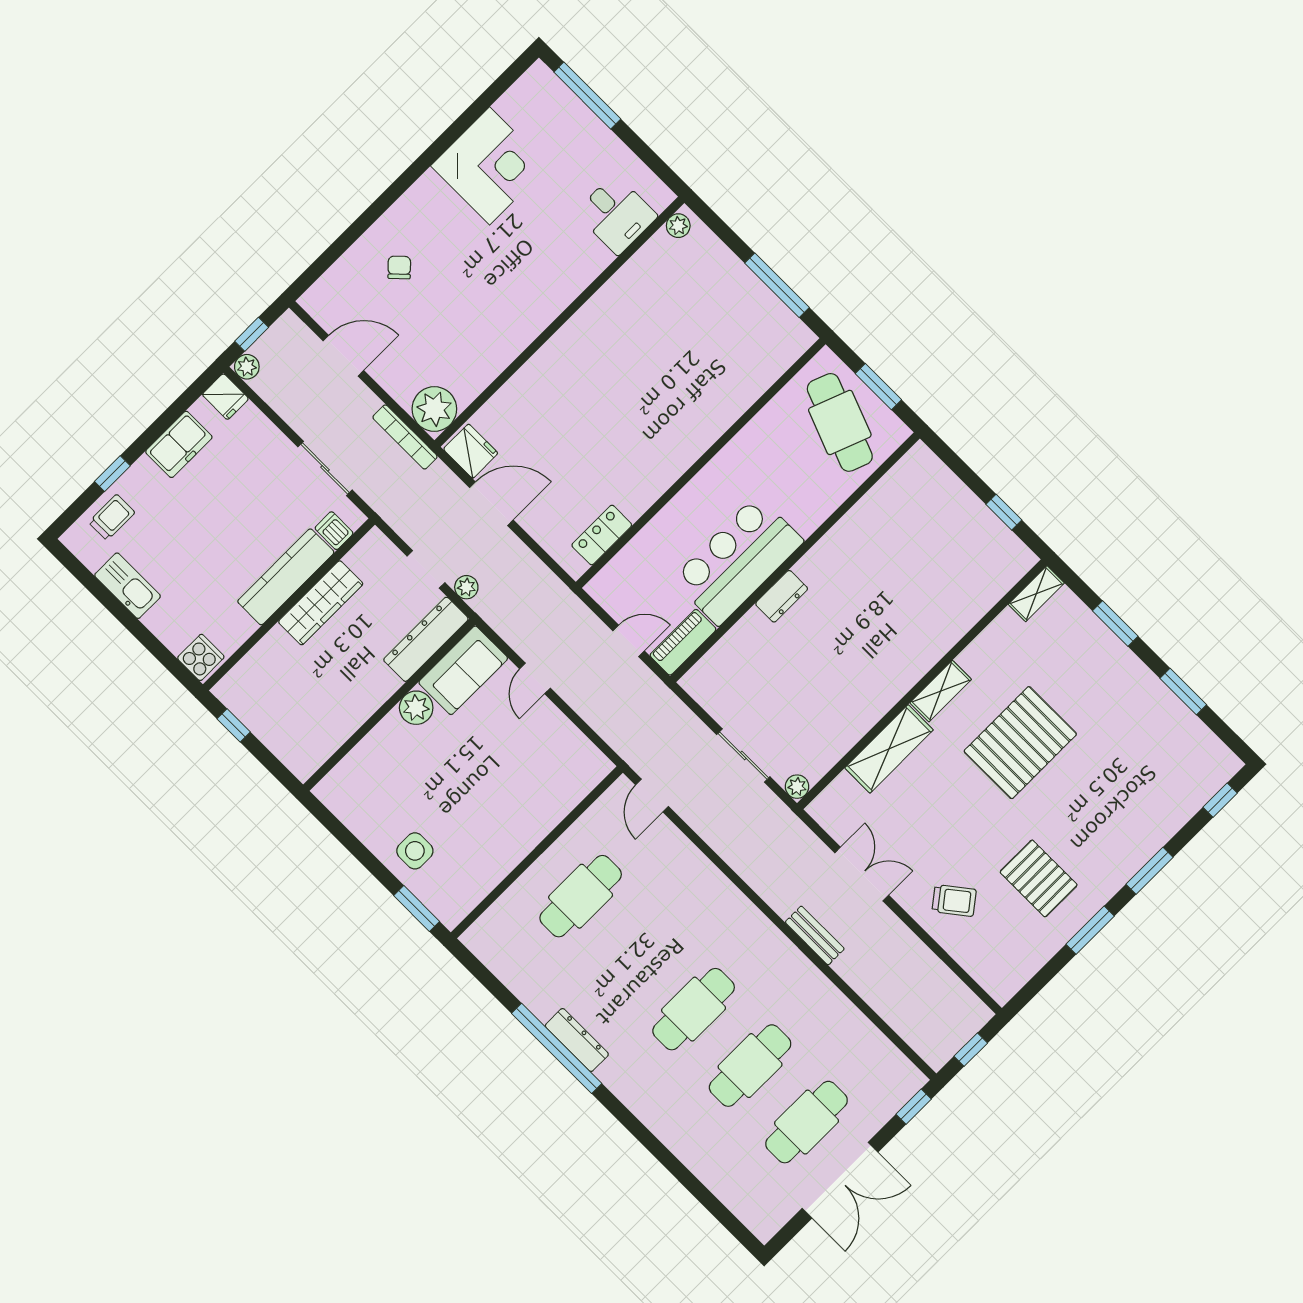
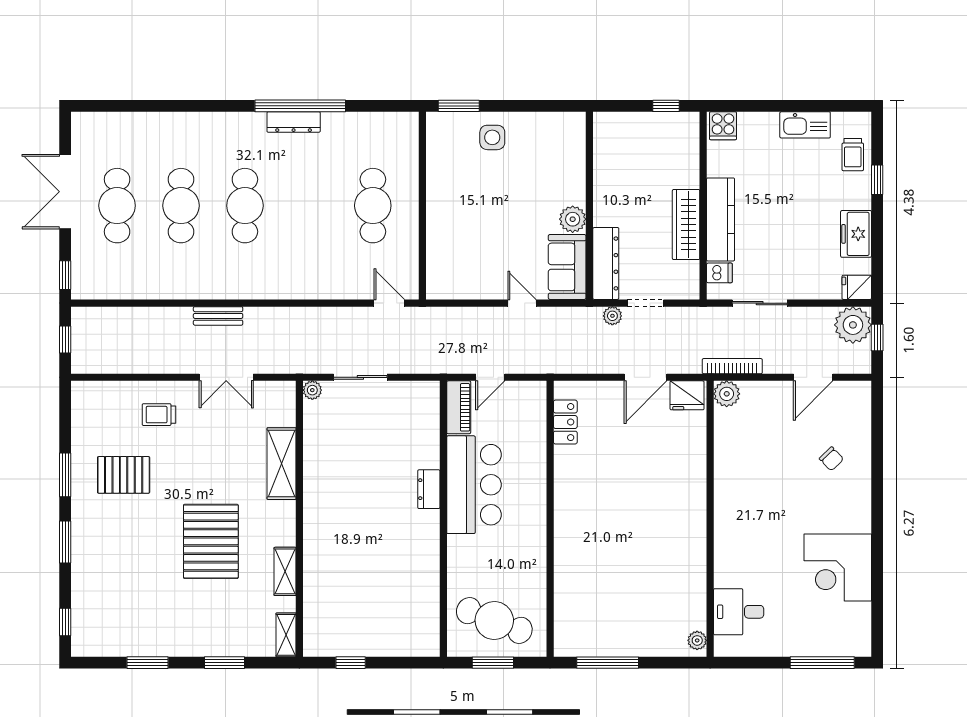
plant: (247, 367) -> (853, 325), width x1.87, depth x1.87
plant: (434, 409) -> (727, 394), width x0.73, depth x0.73
shelving: (941, 691) -> (285, 571), moved
trolley: (954, 900) -> (159, 415), turned 38

